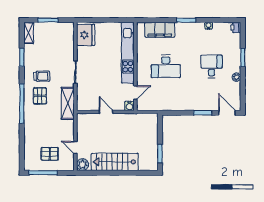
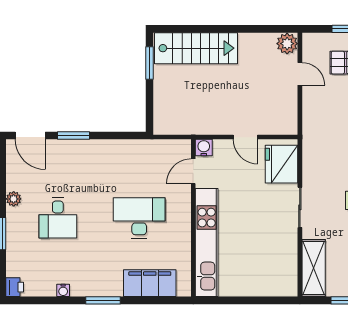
fridge: (86, 35) -> (282, 164), moved
shelving: (68, 103) -> (314, 268), moved
stairs: (115, 162) -> (196, 48), moved

